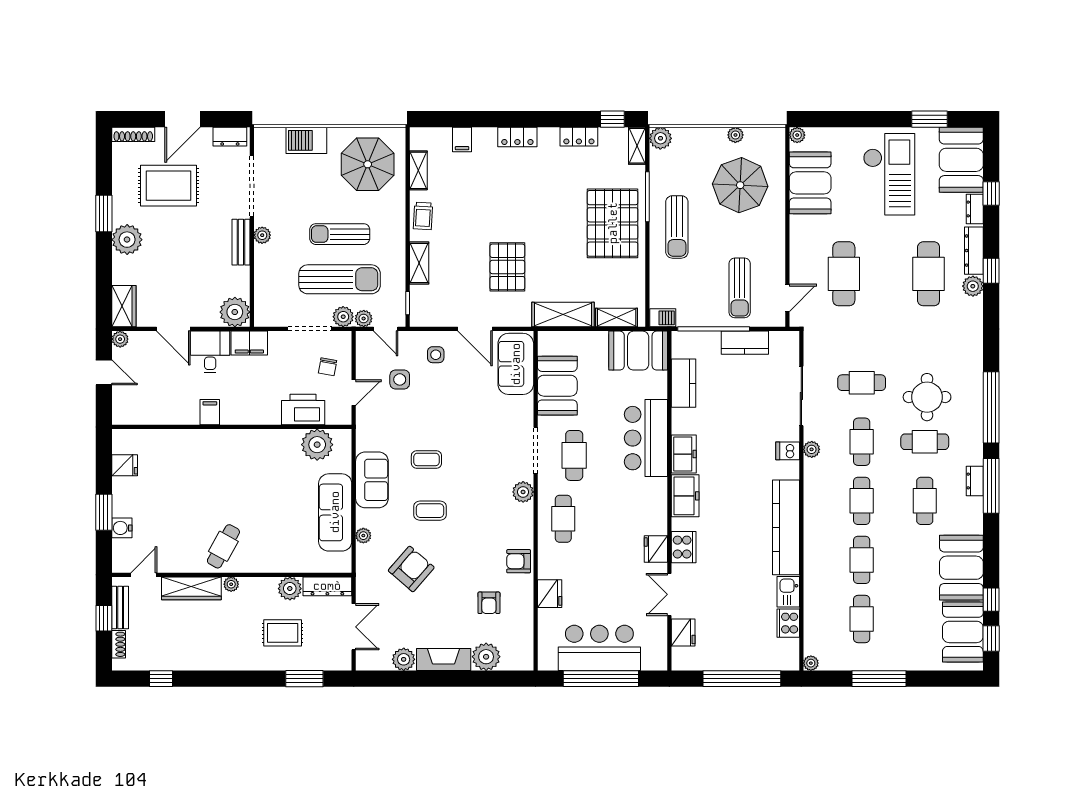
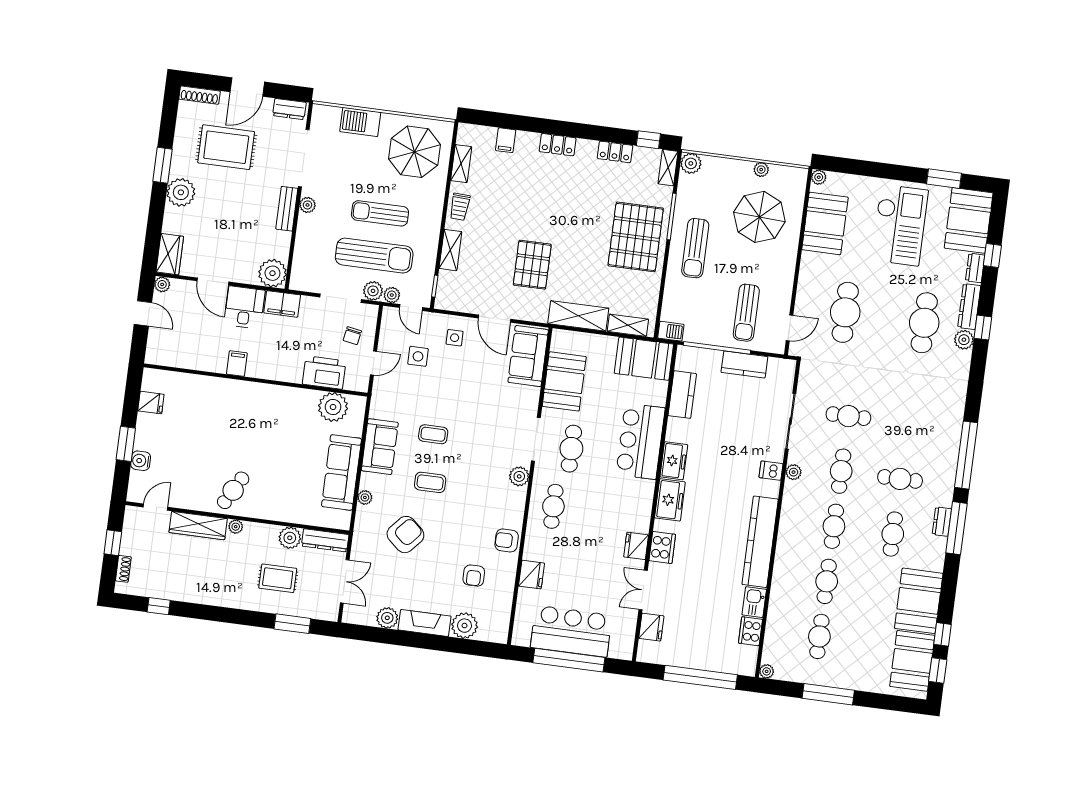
round table: (927, 397) -> (908, 438), removed
bench: (120, 607) -> (129, 535), removed

